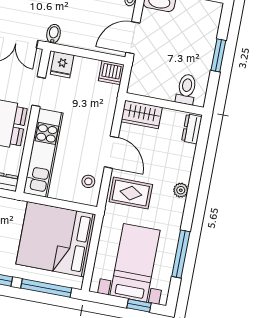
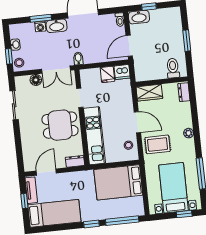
fridge: (62, 65) -> (107, 74), moved
bed: (56, 239) -> (118, 182), width x0.73

